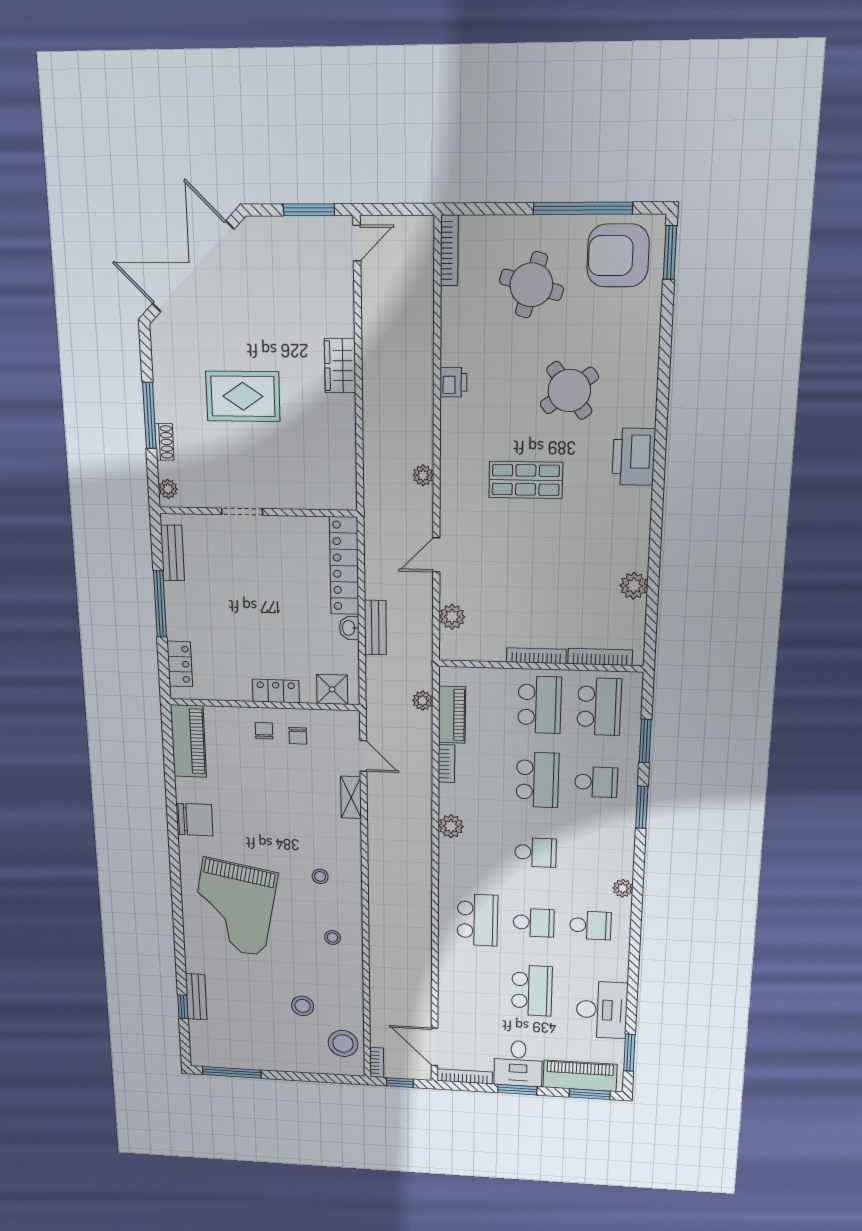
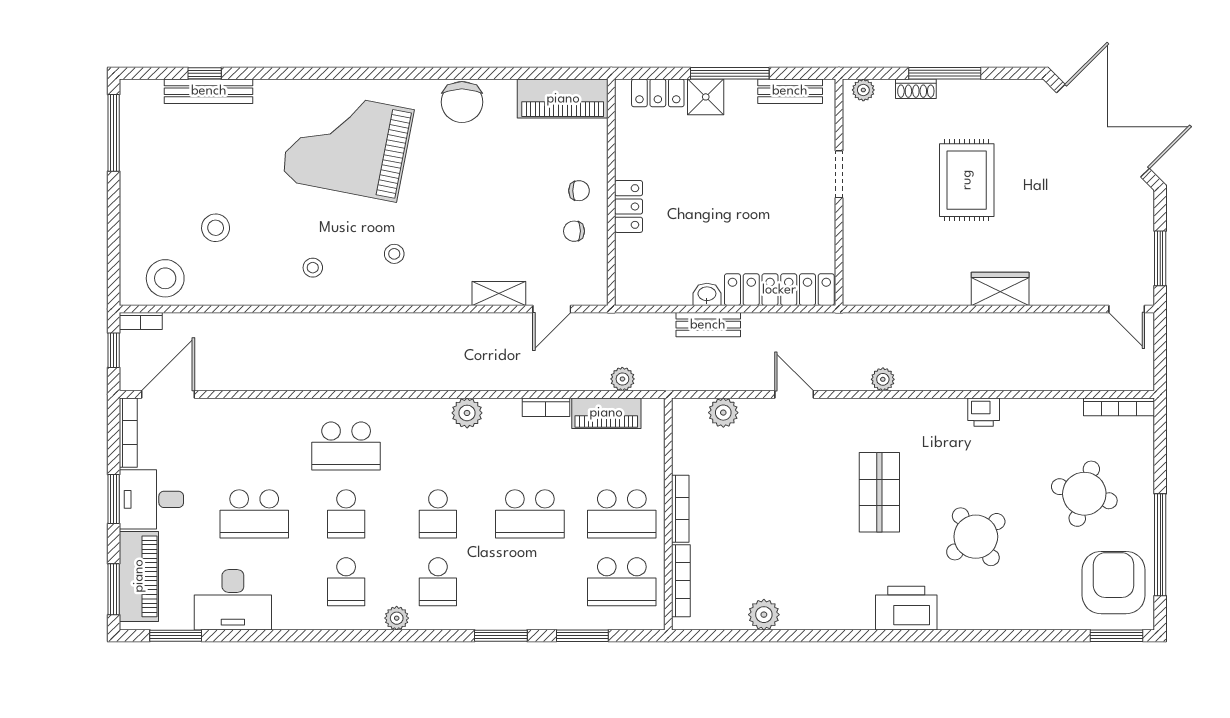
shower: (332, 689) -> (706, 97), moved
school desk: (596, 782) -> (438, 582), moved
bench: (196, 997) -> (209, 91), width x1.36

